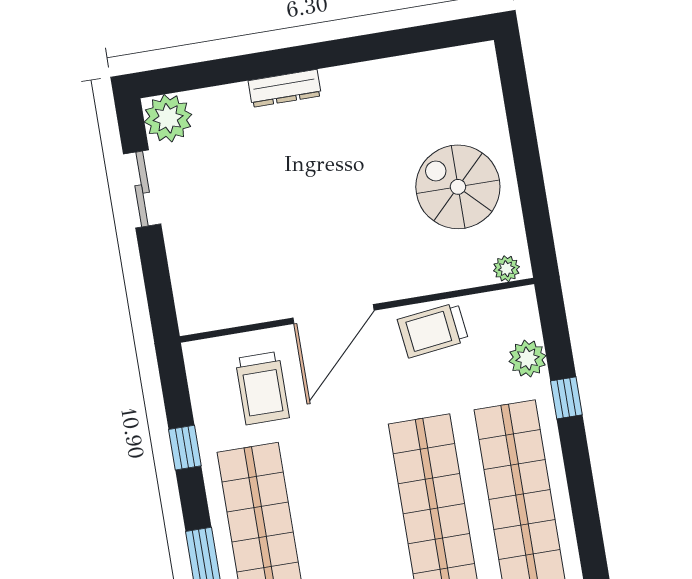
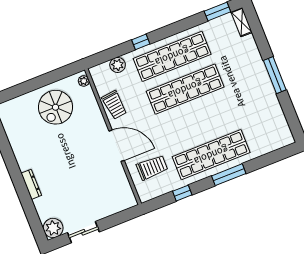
window: (566, 398) -> (141, 42), moved

